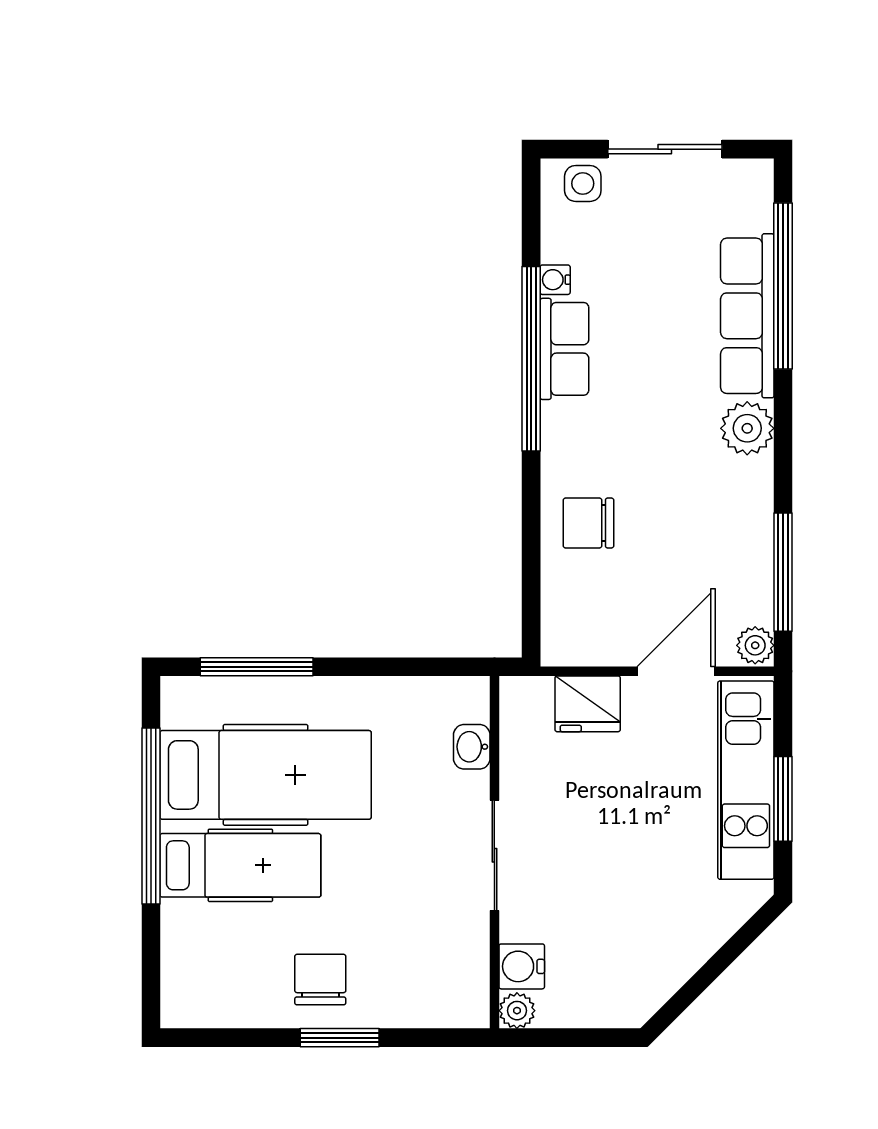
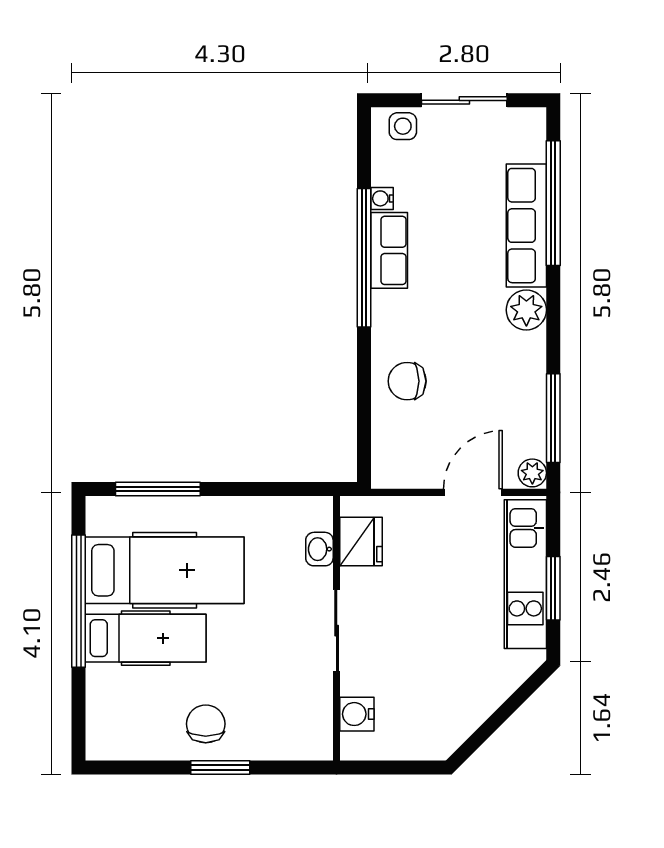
fridge: (588, 704) -> (361, 541), moved, turned -90
plant: (517, 1011) -> (353, 747), removed

